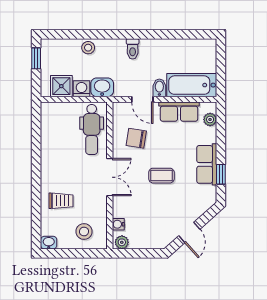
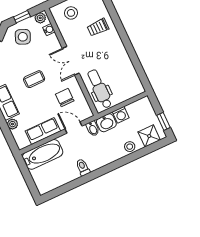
toilet: (133, 49) -> (83, 167), moved
shower: (61, 86) -> (149, 136), moved
bidet: (159, 88) -> (93, 129), moved
plant: (210, 119) -> (12, 124), moved
chair: (136, 138) -> (65, 98), turned -99
side table: (152, 230) -> (23, 37), added
window: (142, 253) -> (22, 17), added

